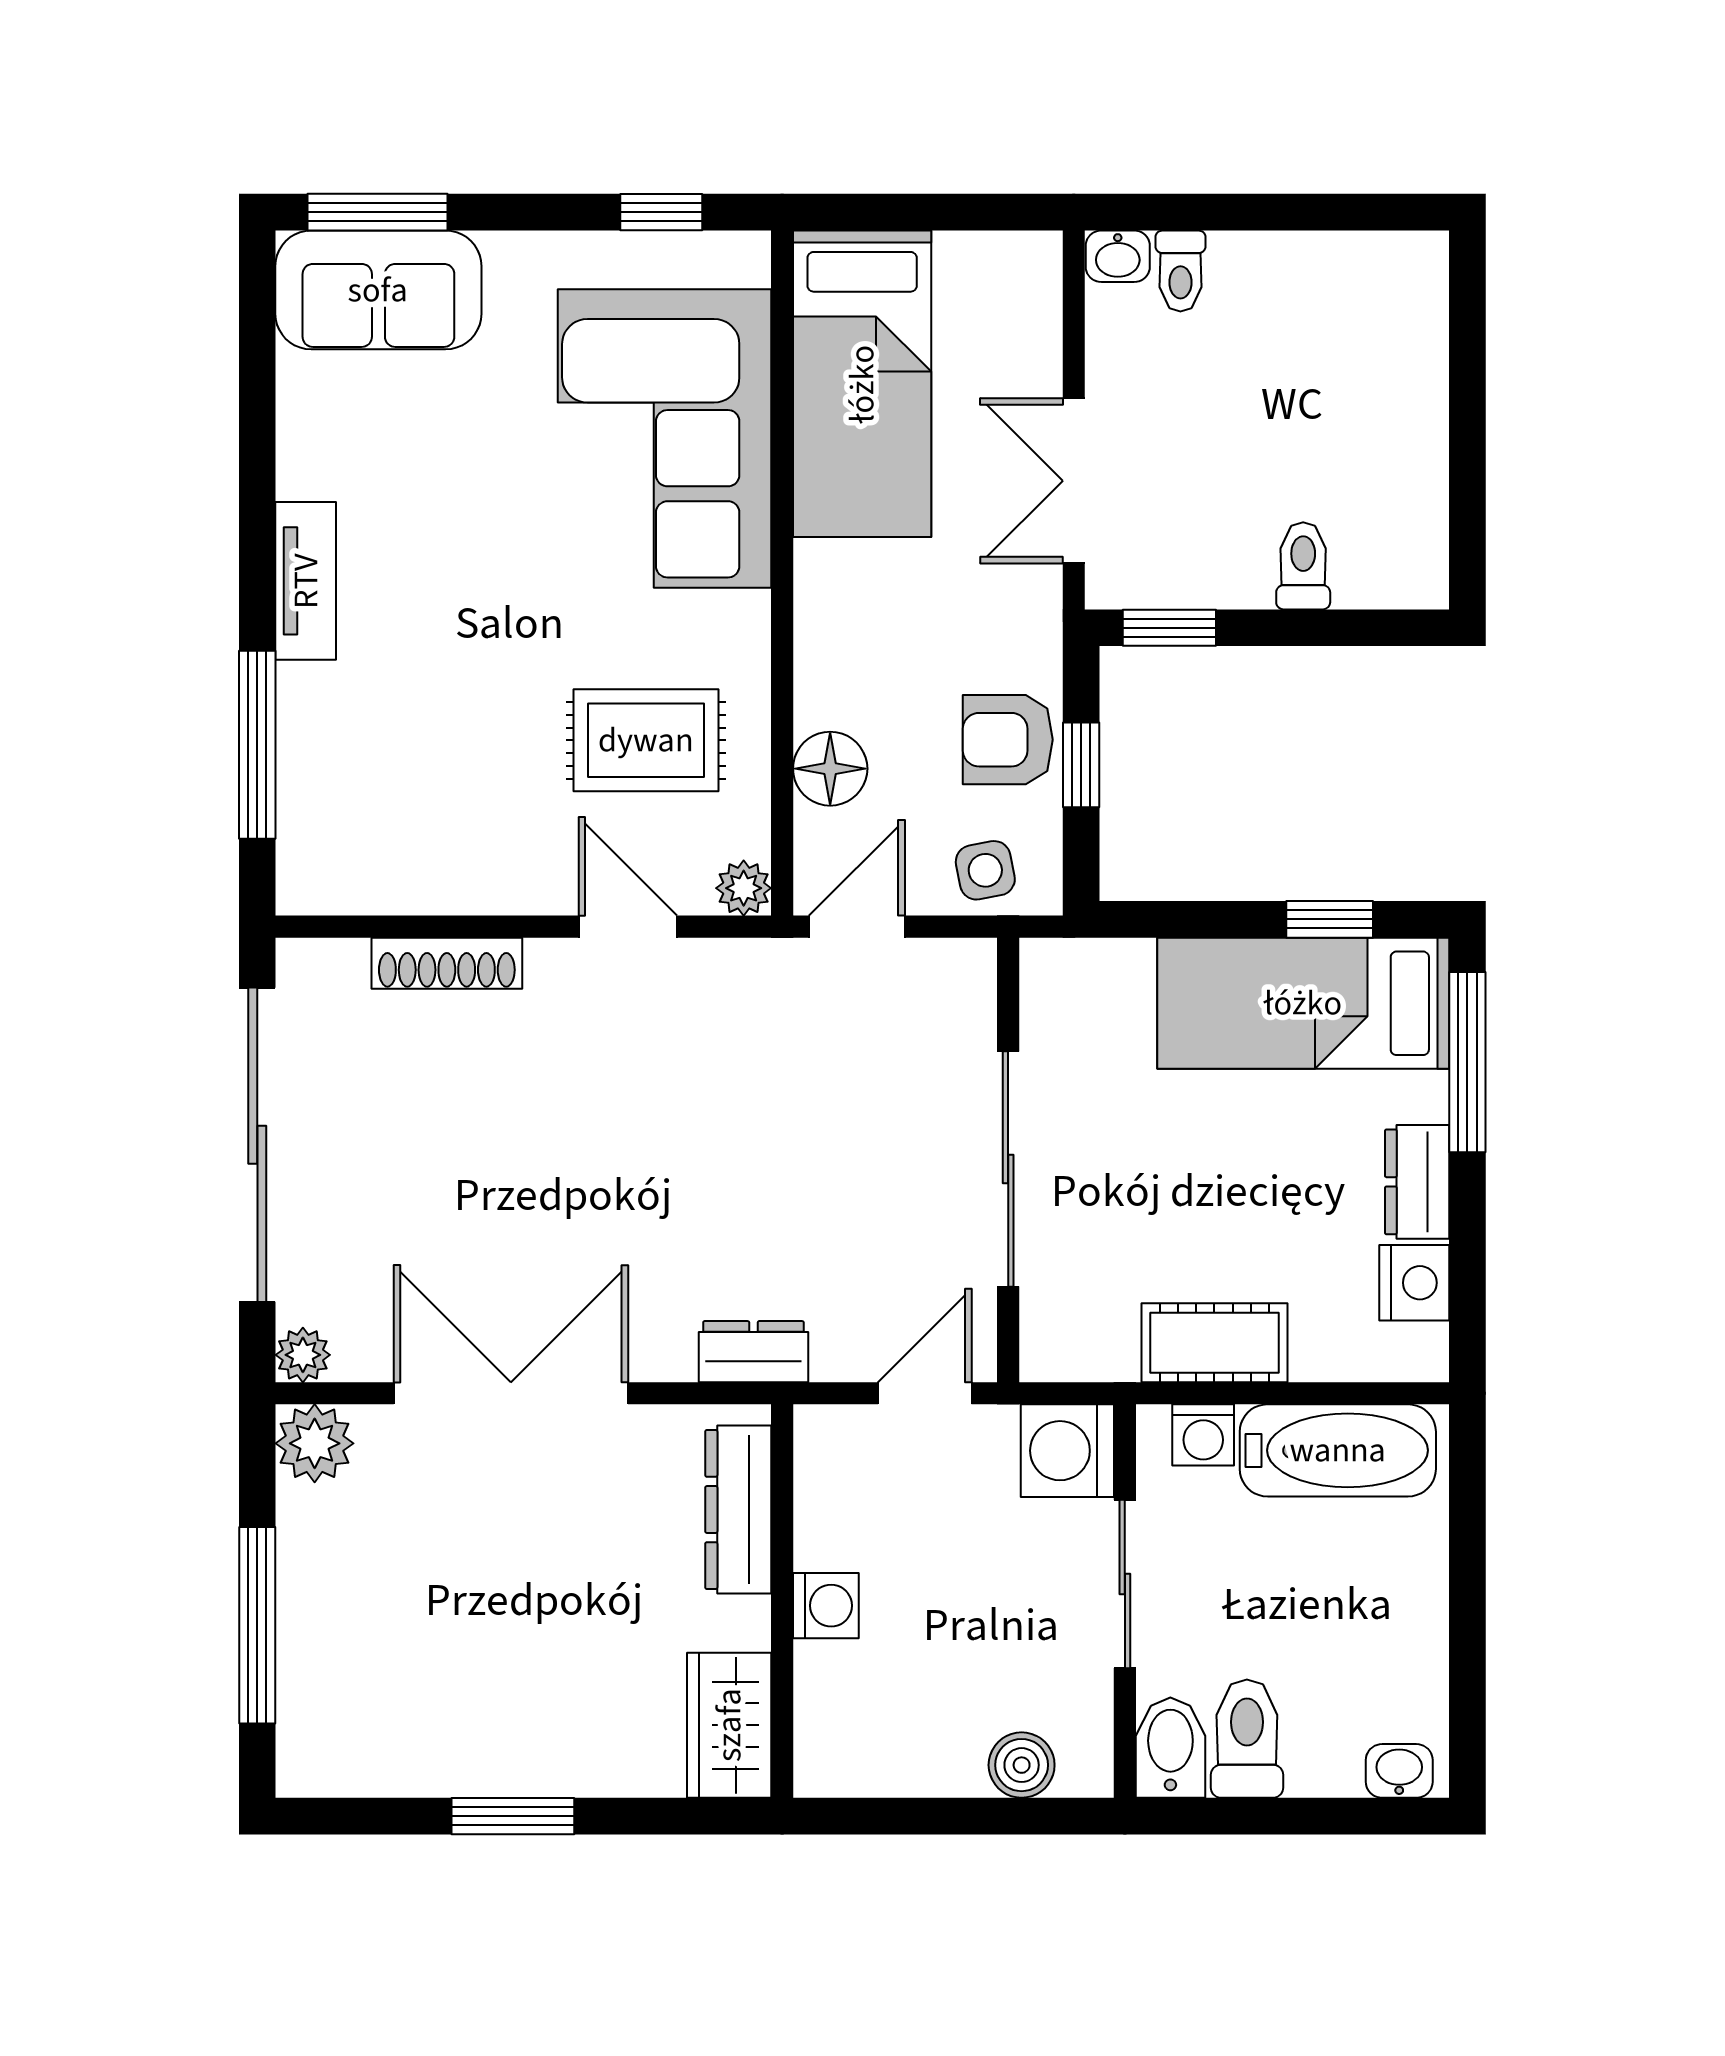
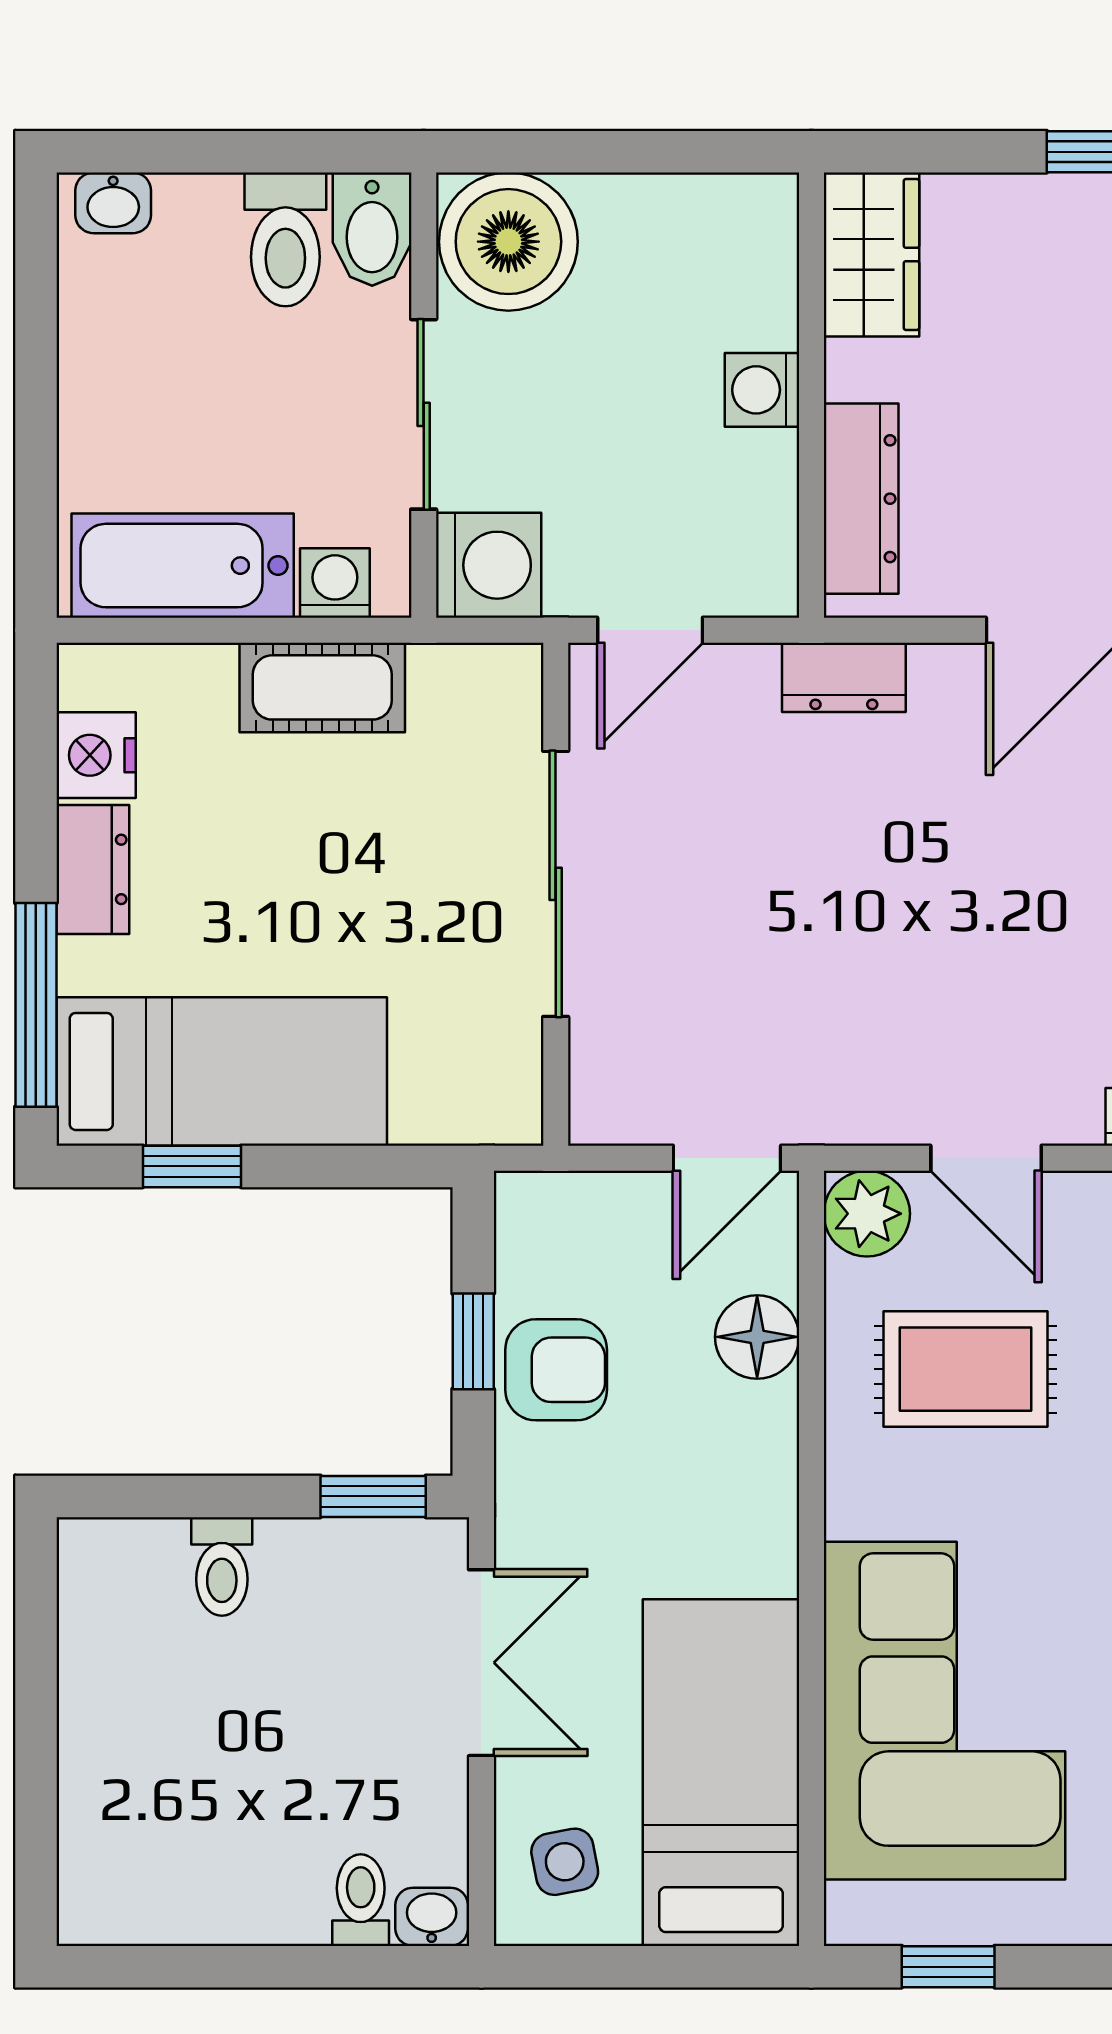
side table: (985, 870) -> (565, 1862), moved
plant: (744, 888) -> (867, 1214), width x1.38, depth x1.38
boiler: (1022, 1765) -> (508, 242), width x1.86, depth x1.86

